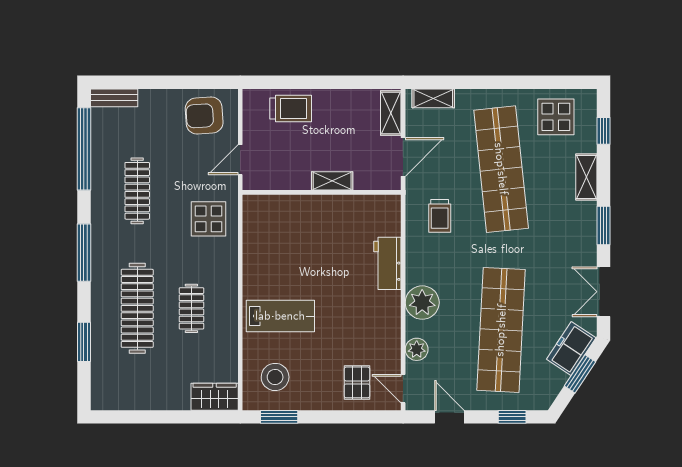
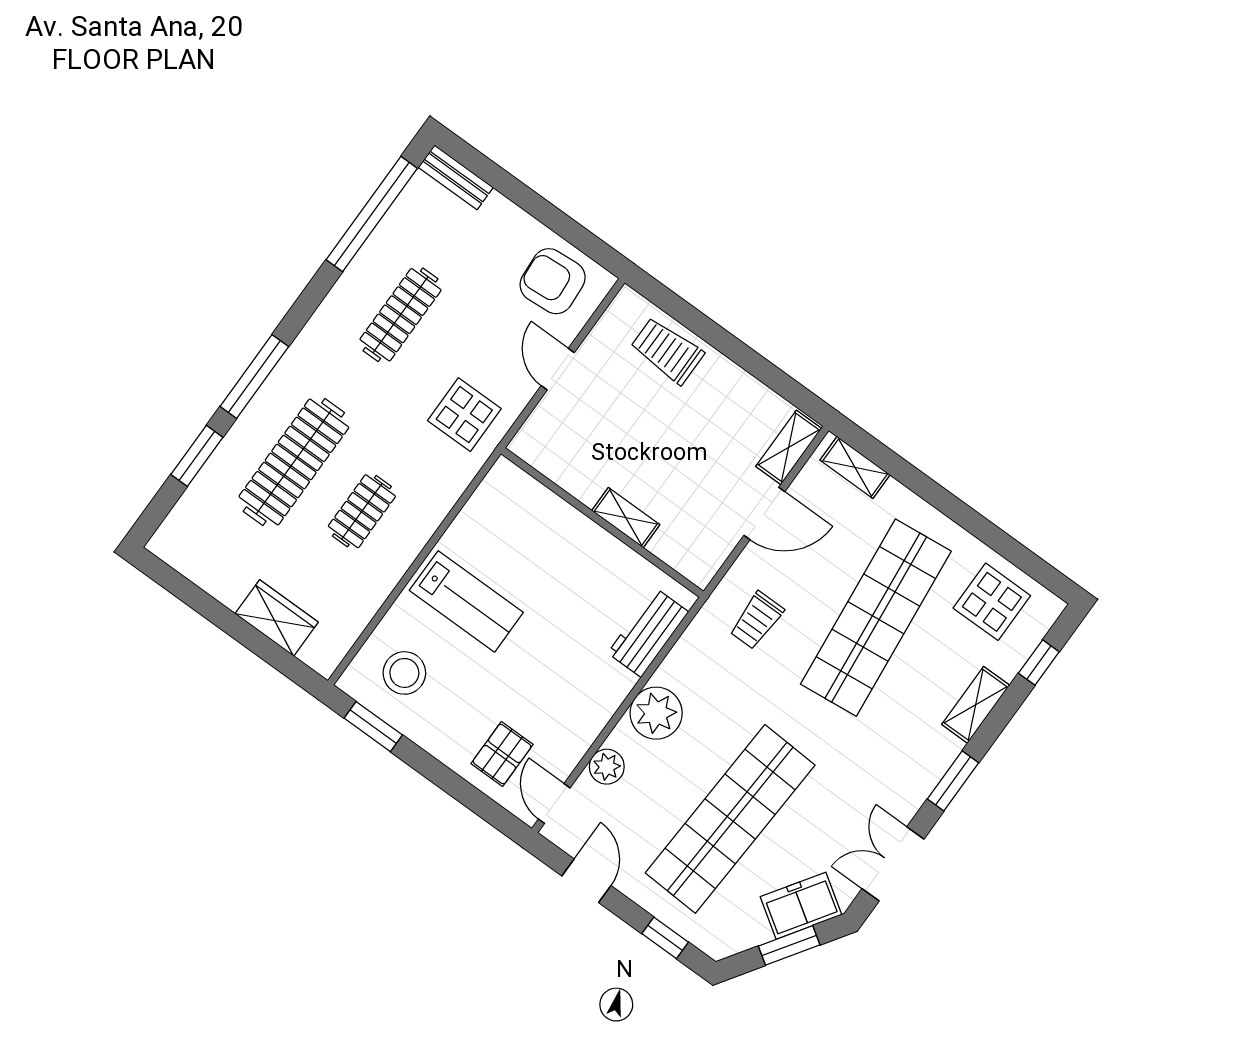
trolley: (291, 109) -> (667, 351), turned 180
door: (240, 160) -> (558, 369), hinge flipped
shelving: (332, 181) -> (626, 518), moved
wall: (322, 192) -> (602, 523), moved
window: (84, 253) -> (254, 376), moved
wardrobe: (215, 397) -> (277, 618), moved

